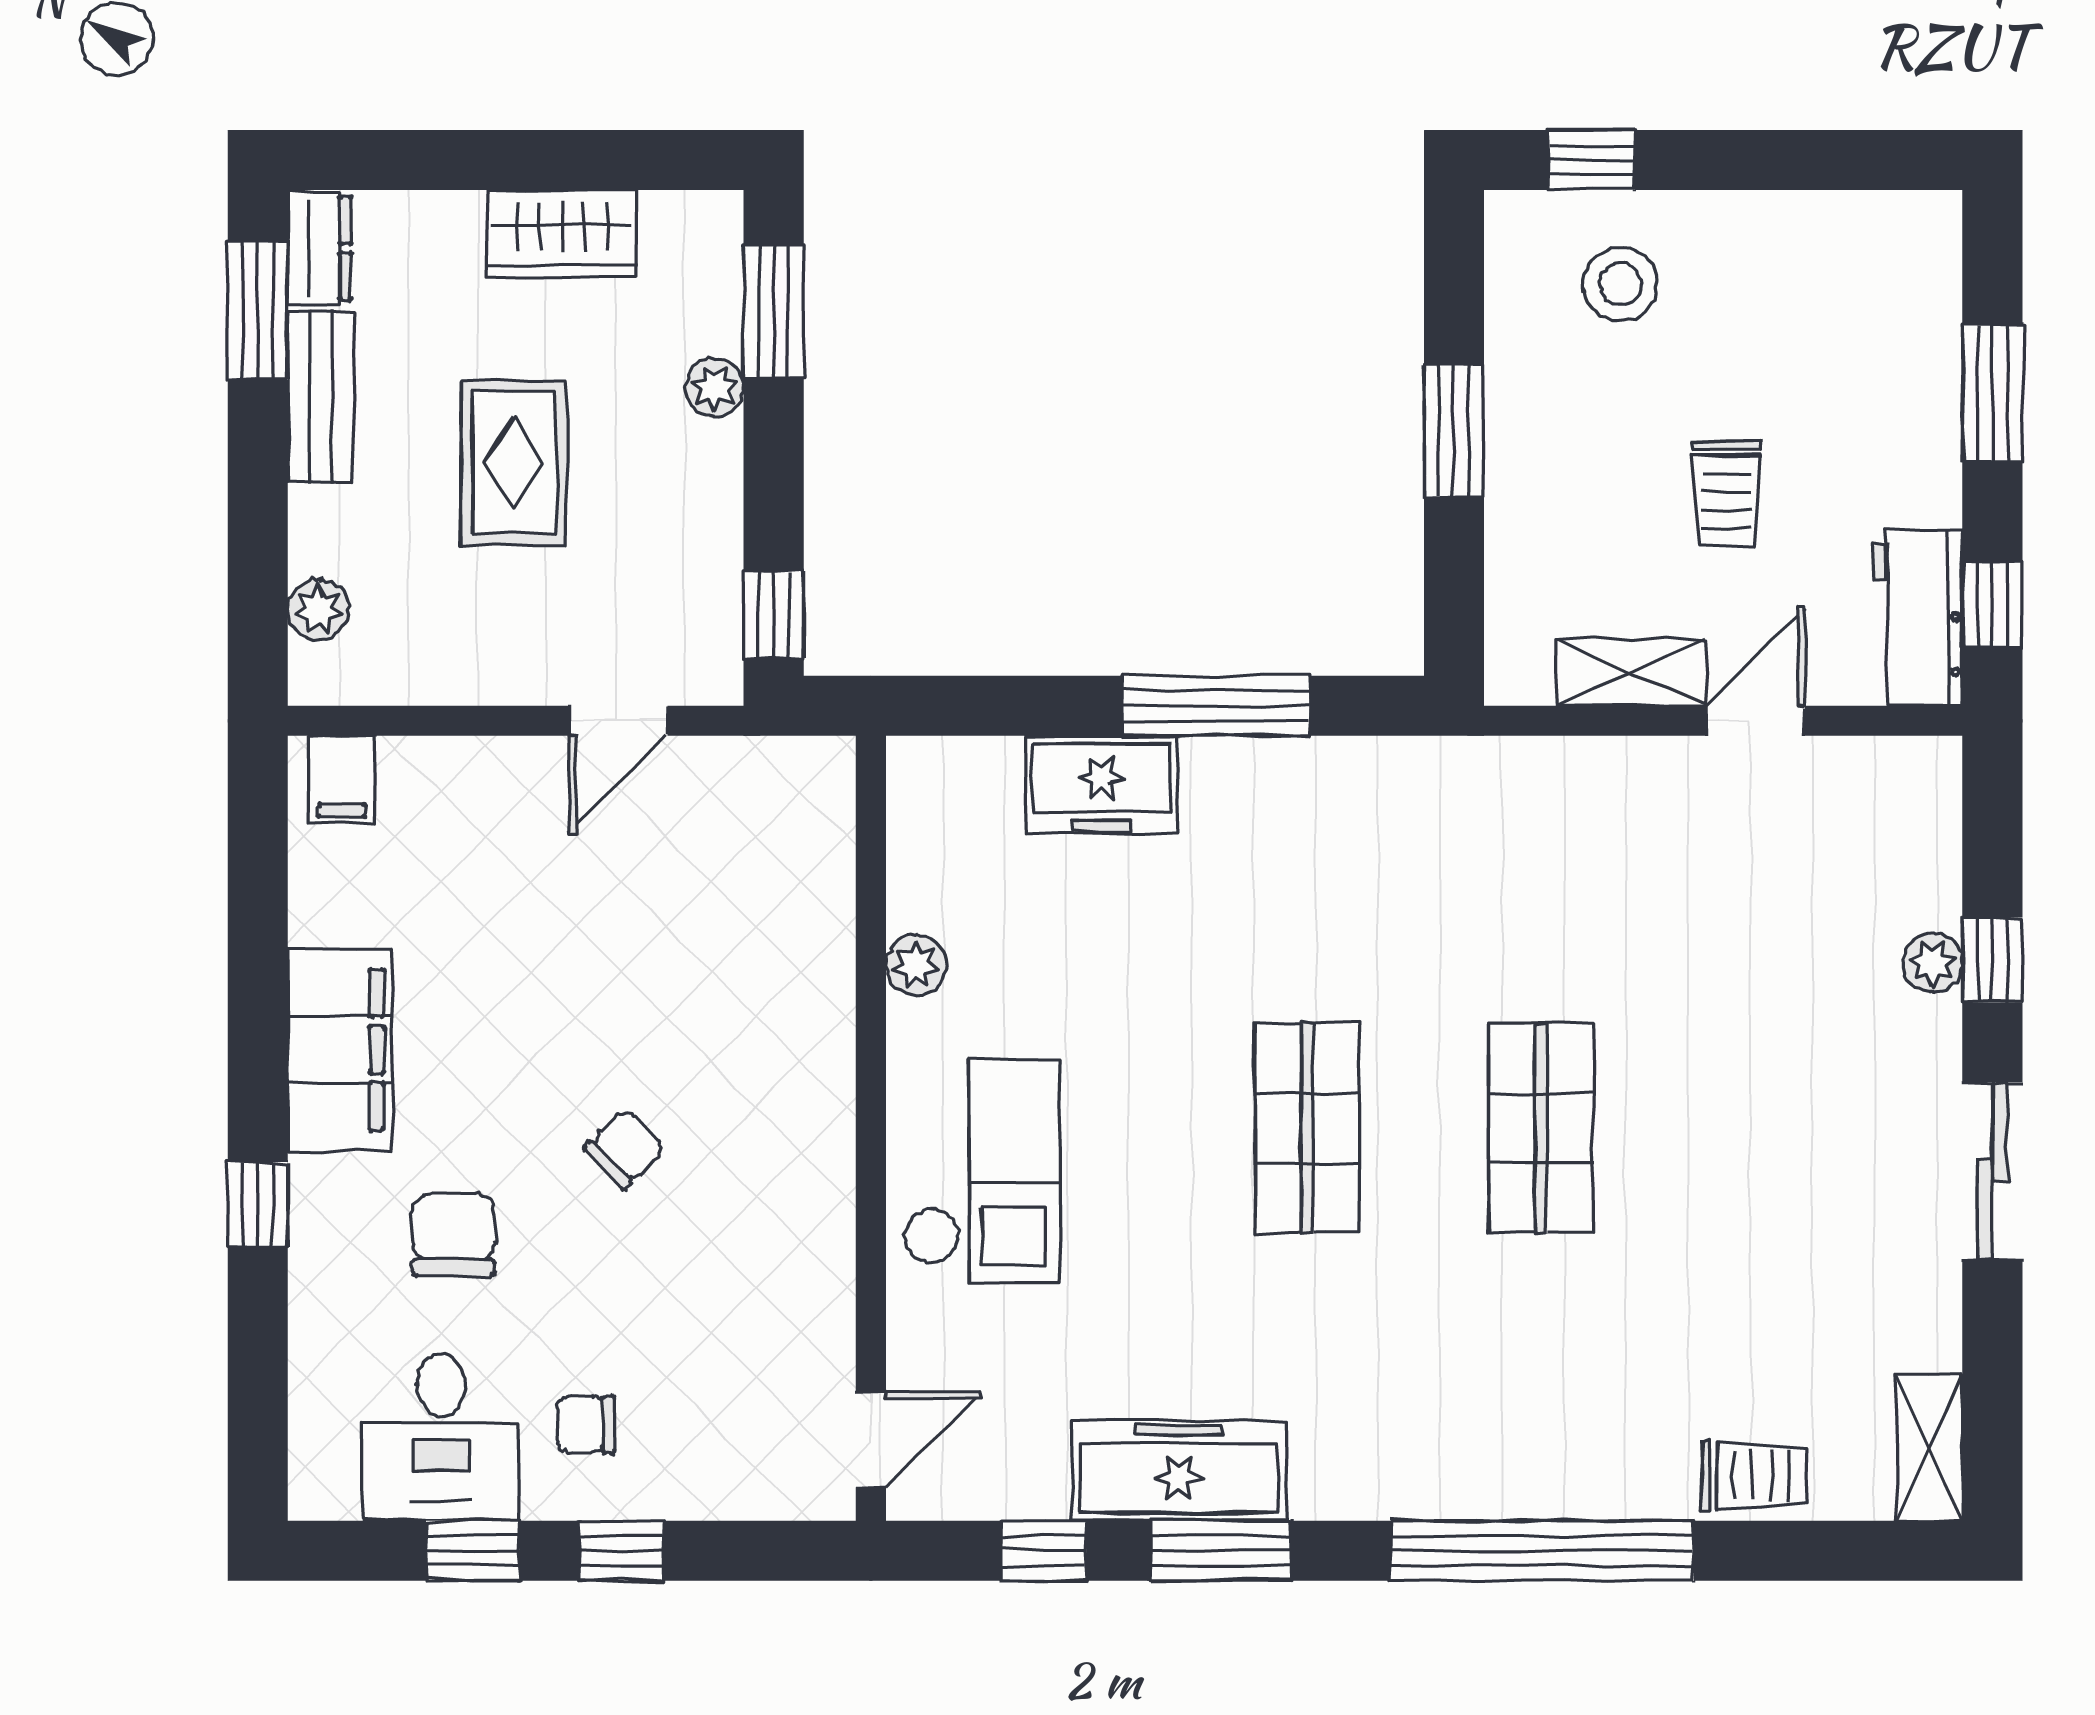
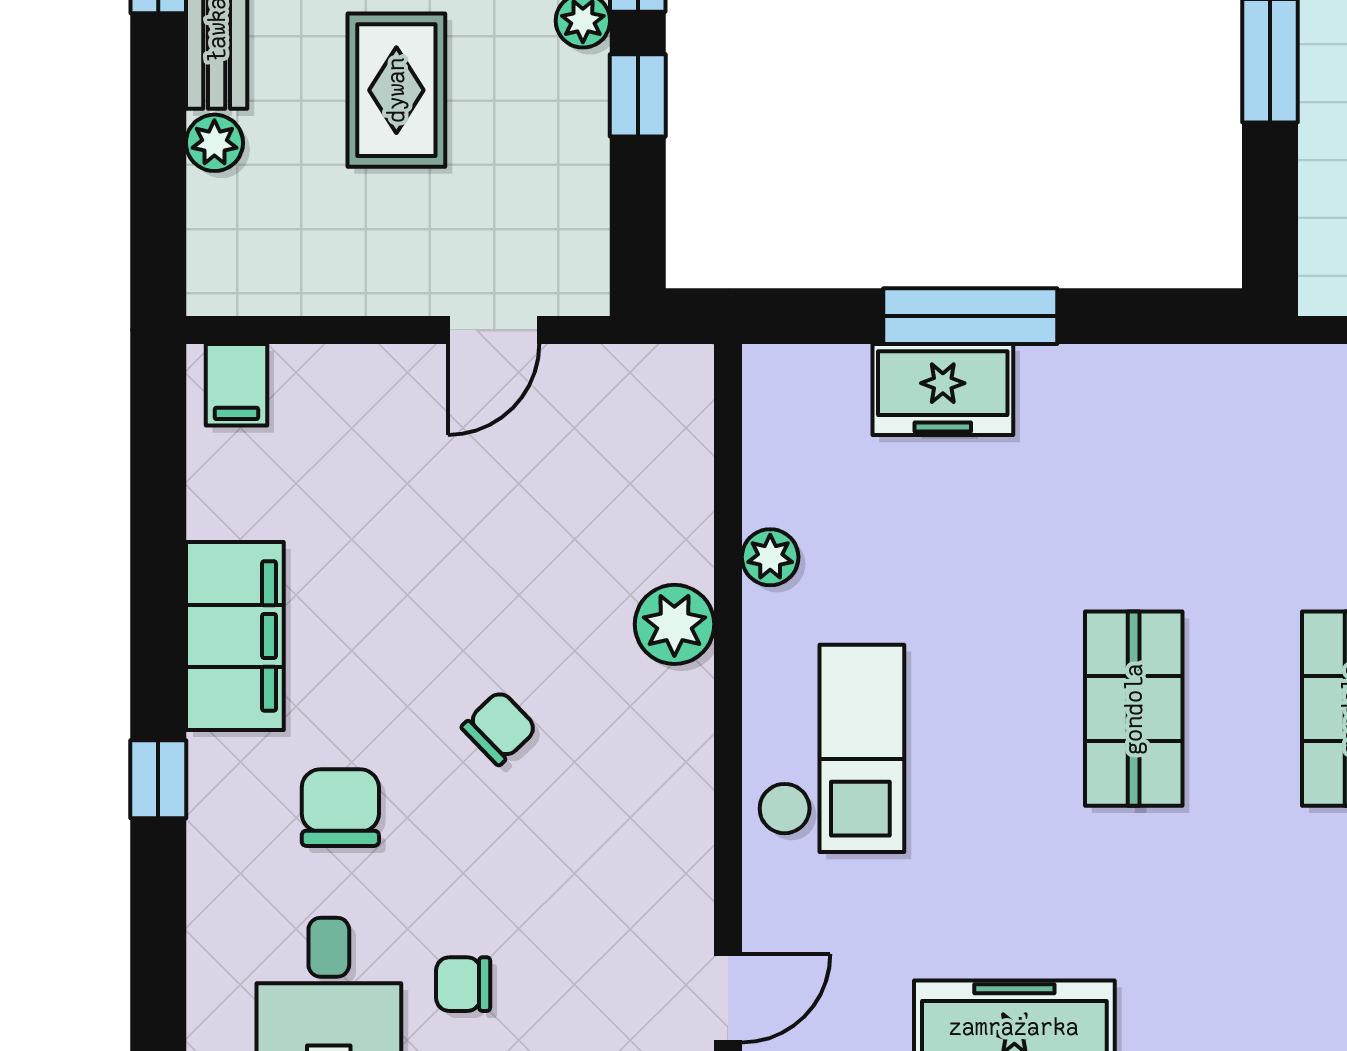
plant: (318, 609) -> (214, 143), moved
window: (774, 615) -> (638, 95), moved
window: (1216, 706) -> (970, 316), moved
plant: (813, 1038) -> (674, 624), added

